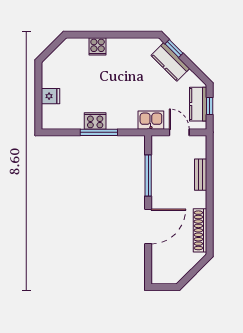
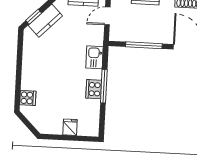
cooker: (98, 46) -> (28, 98), moved
kitchen sink: (151, 120) -> (95, 57), moved

